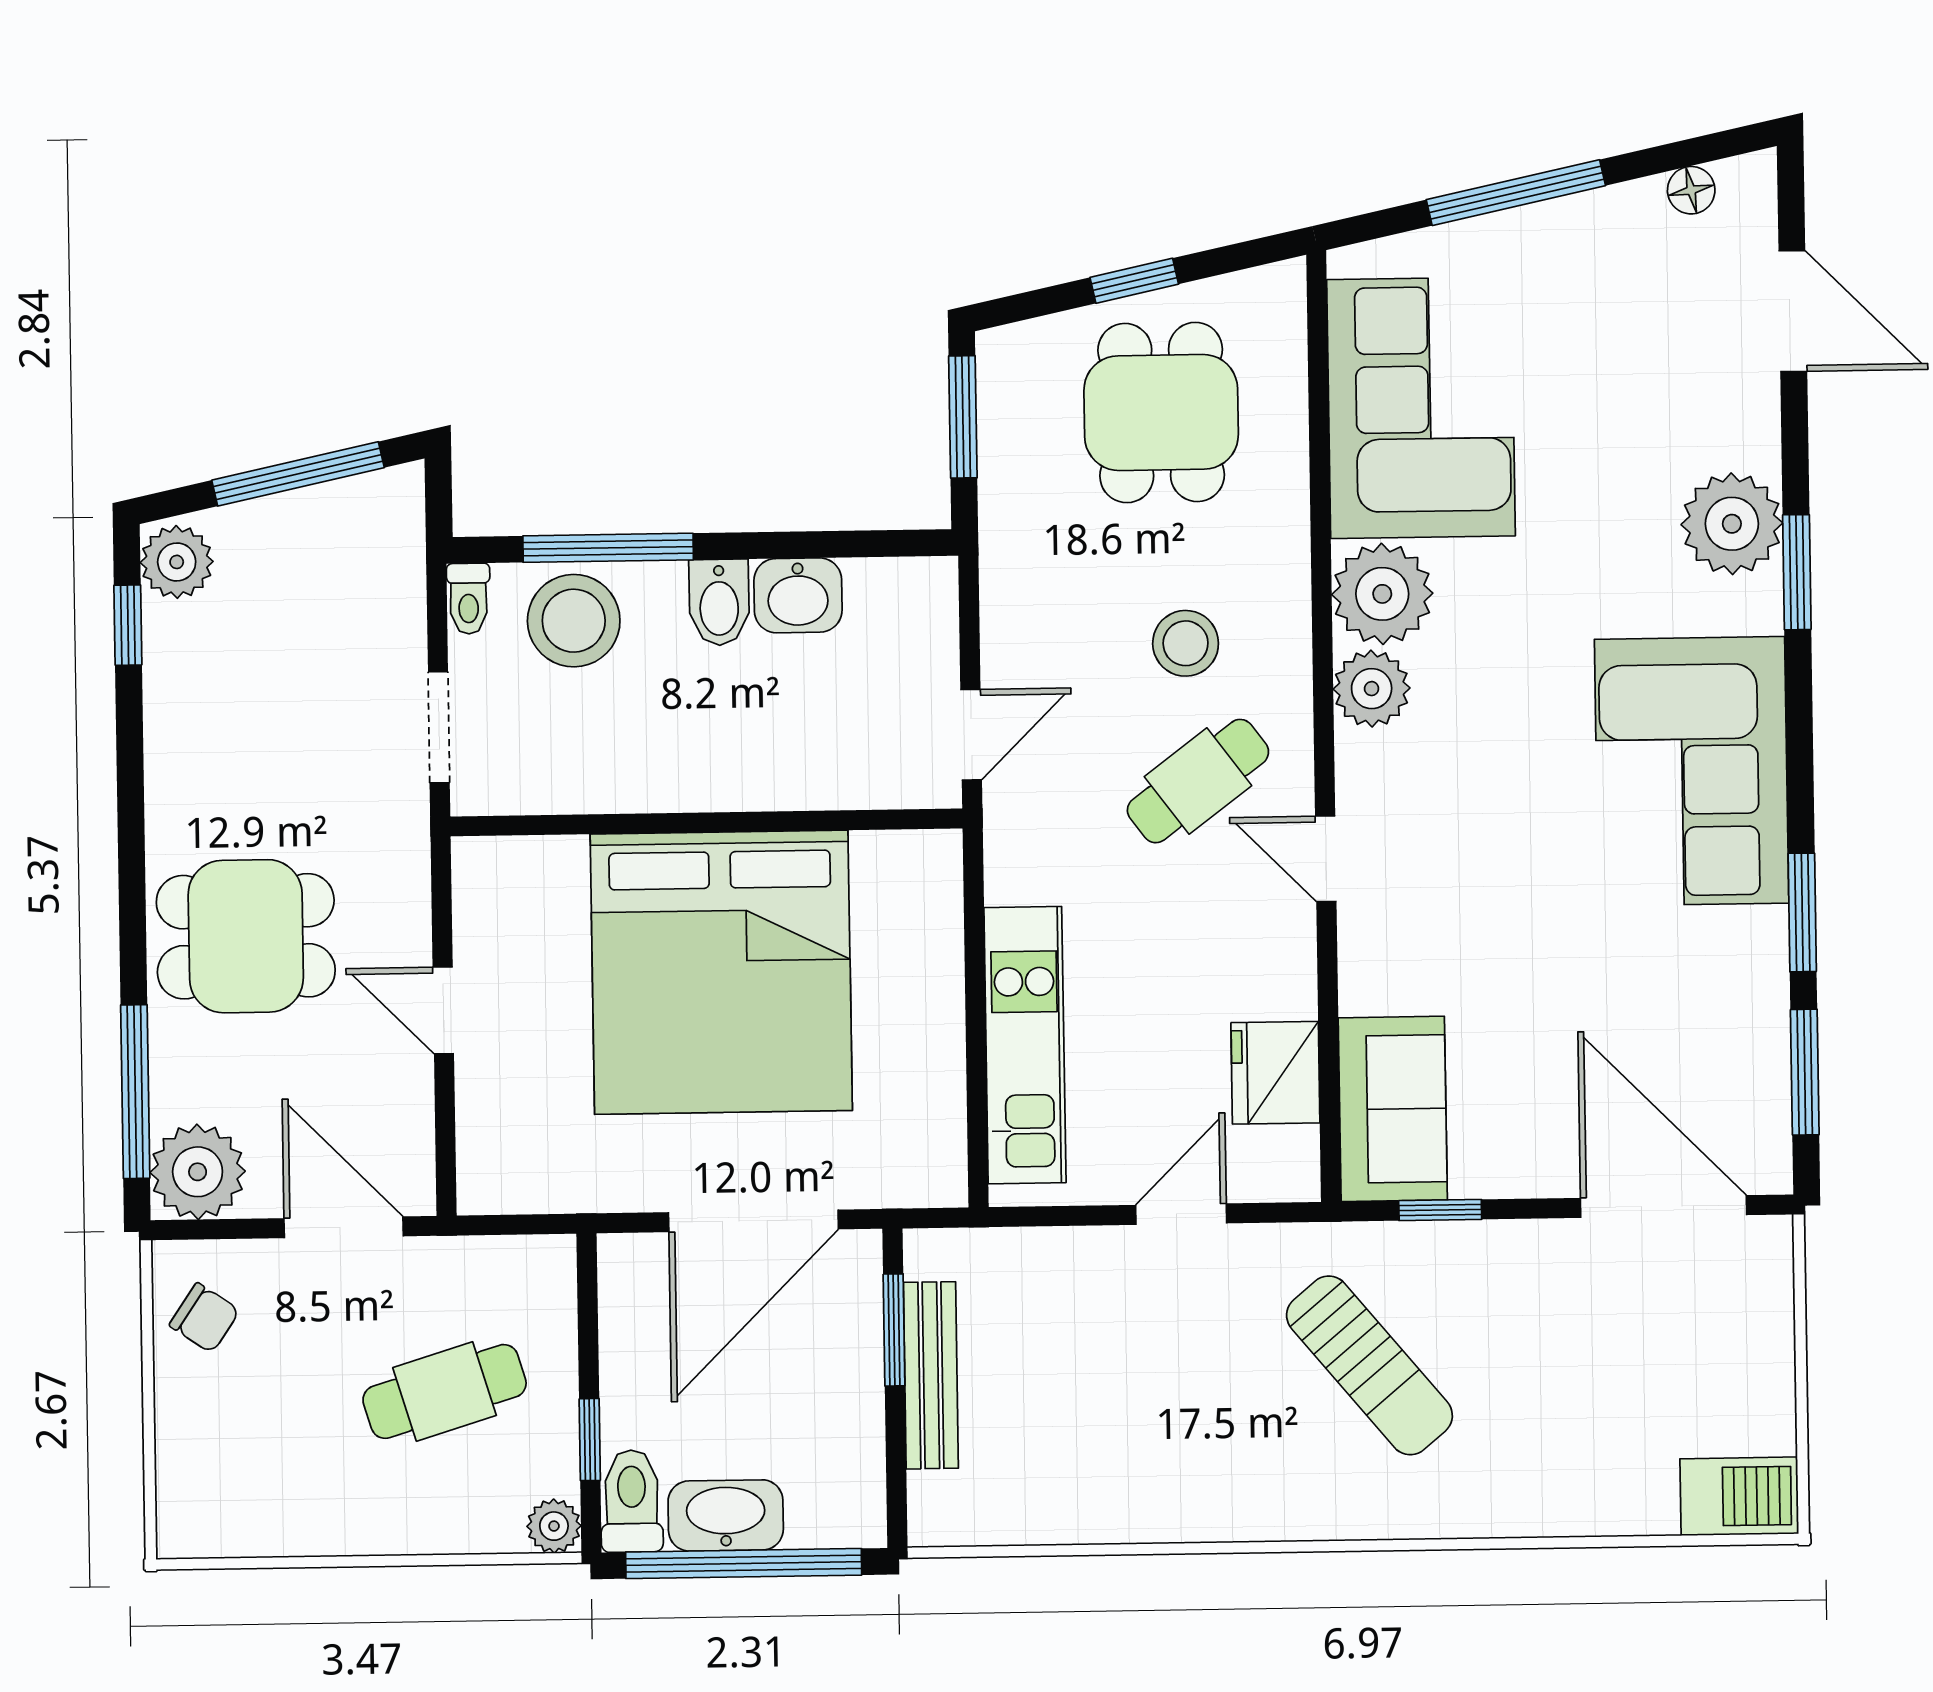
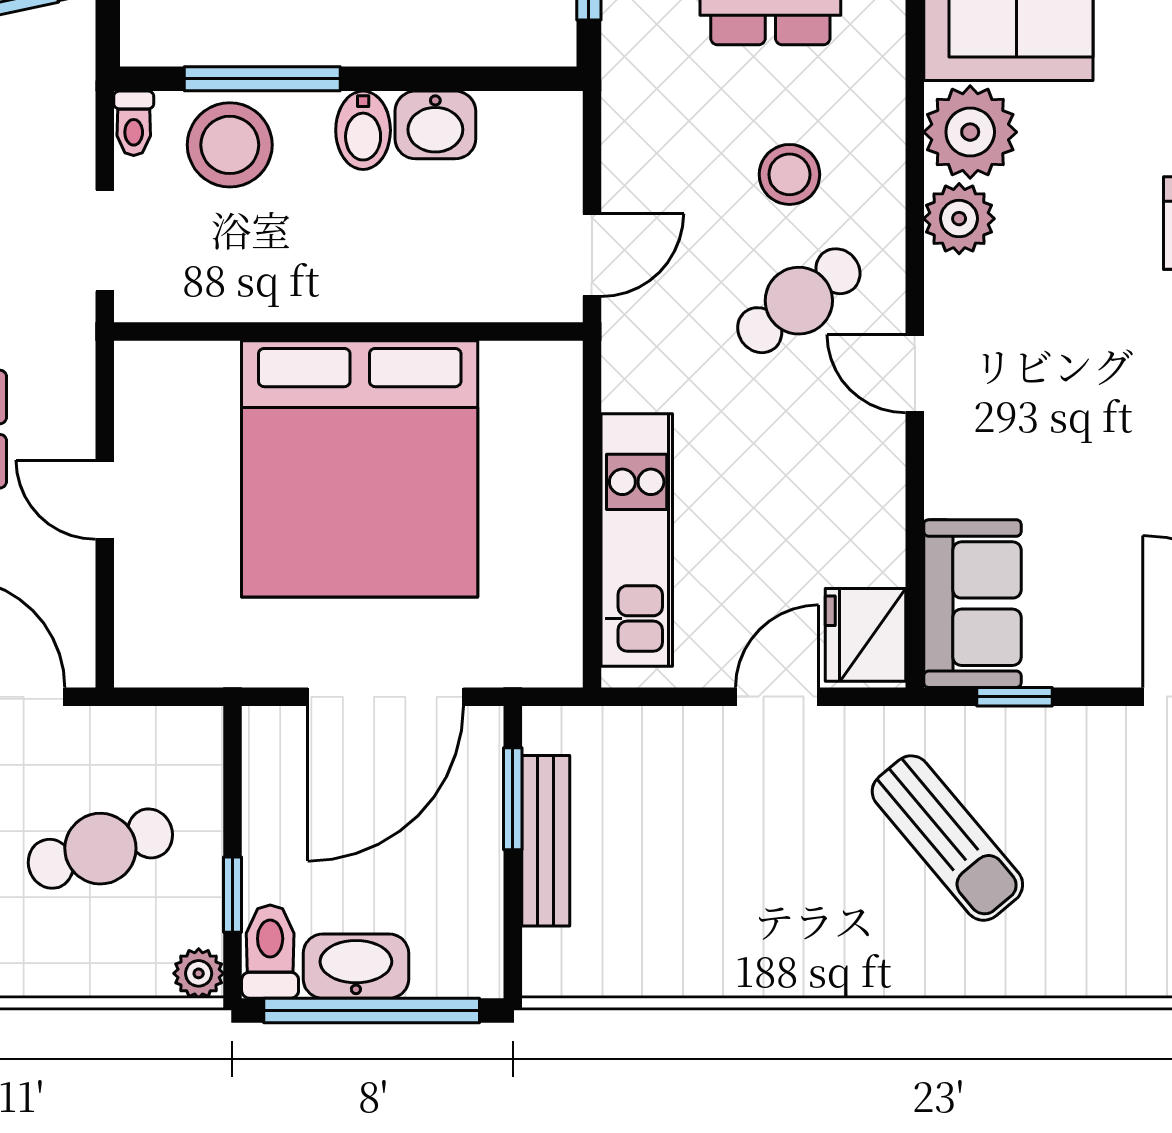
fridge: (1275, 1073) -> (865, 635), moved

